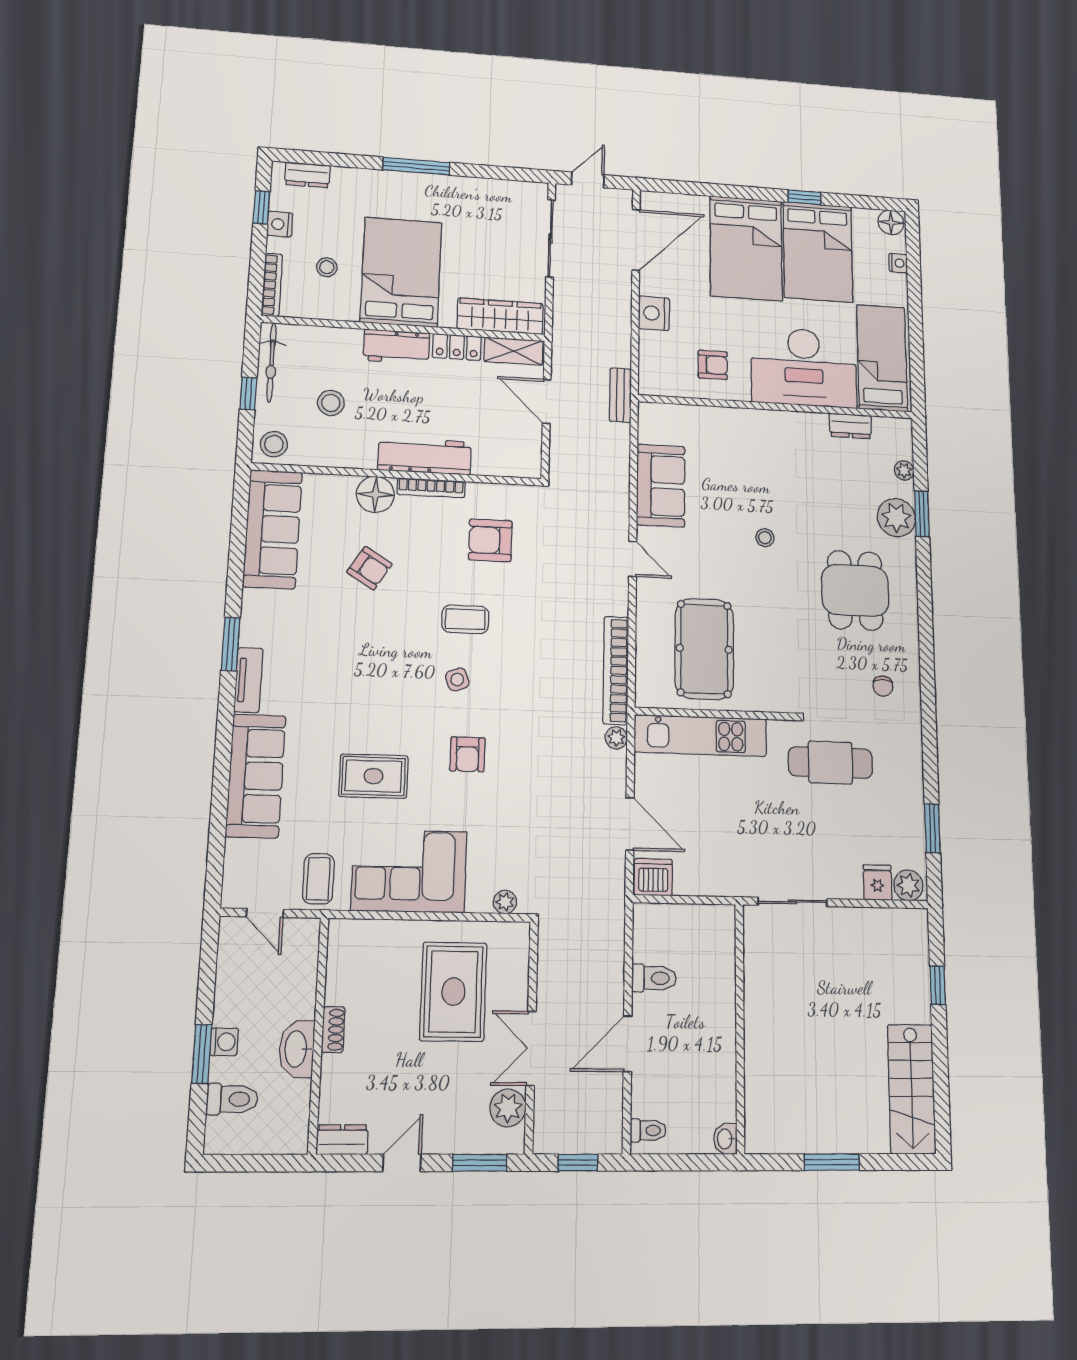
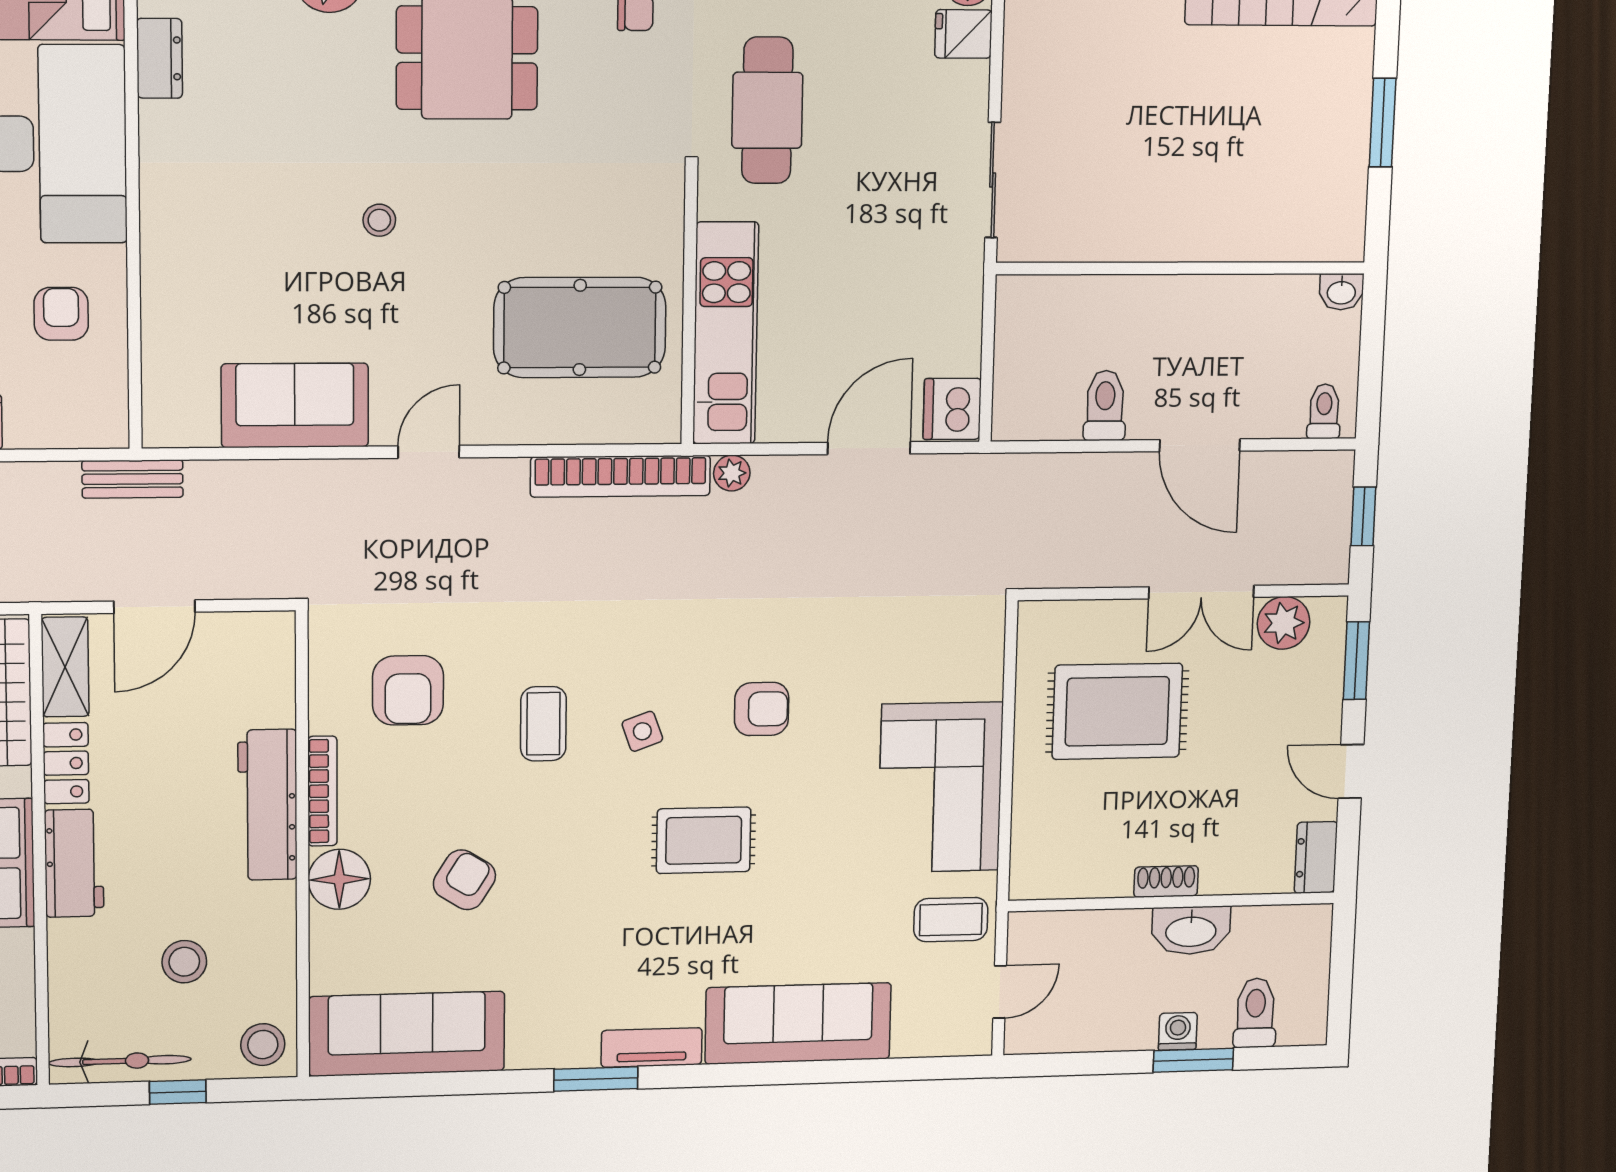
rug: (373, 776) -> (704, 840), moved, turned 90
plant: (505, 902) -> (988, 640), removed

